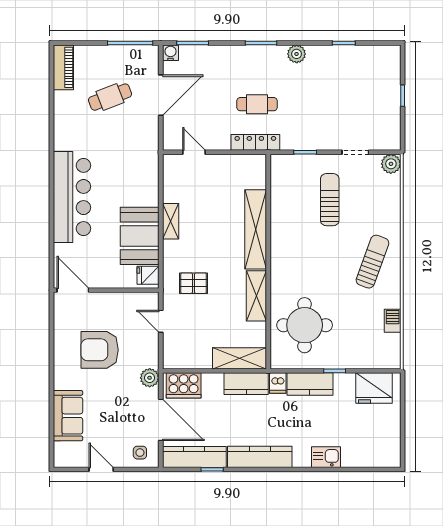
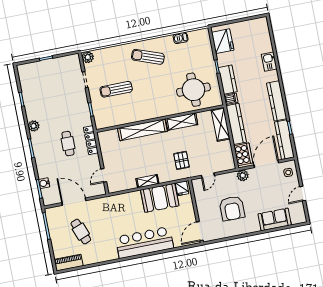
water cooler: (170, 53) -> (44, 183), moved
kitchen counter: (246, 384) -> (236, 124), width x1.50

